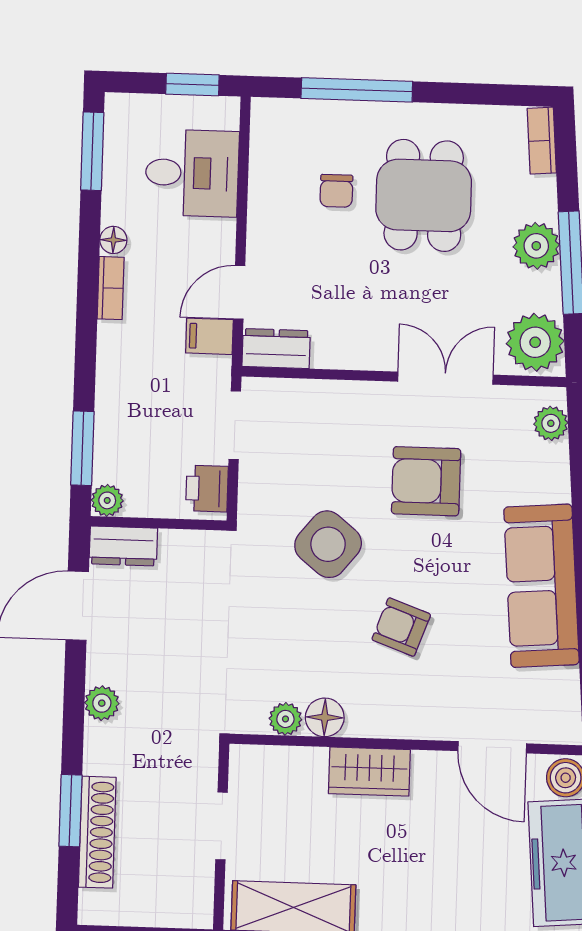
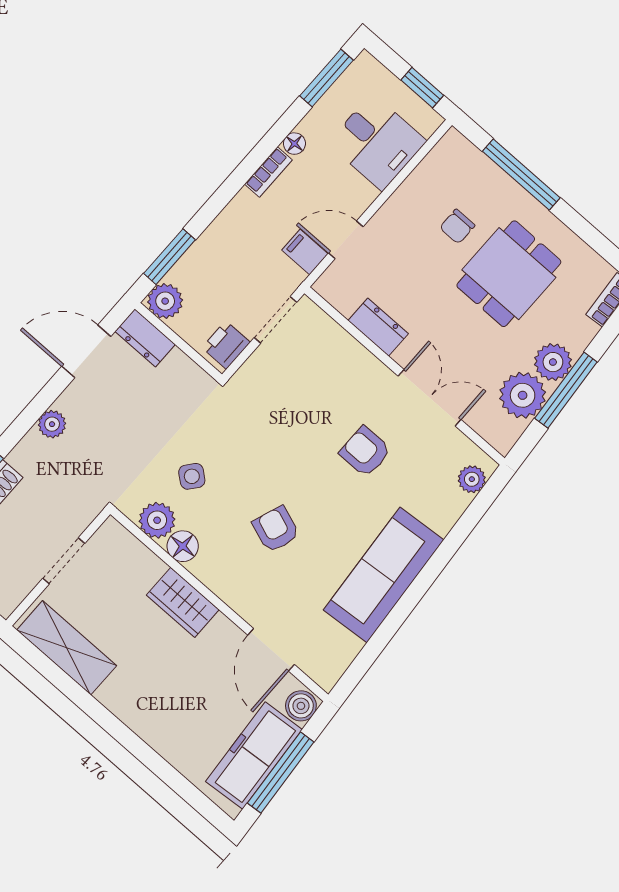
plant: (535, 342) -> (523, 395), moved
dresser: (276, 349) -> (378, 327), moved
armchair: (426, 481) -> (365, 452), width x0.72, depth x0.72
plant: (107, 500) -> (165, 301), width x1.38, depth x1.38
side table: (328, 544) -> (192, 476), moved, width x0.54, depth x0.54
plant: (285, 719) -> (157, 520), width x1.38, depth x1.38

